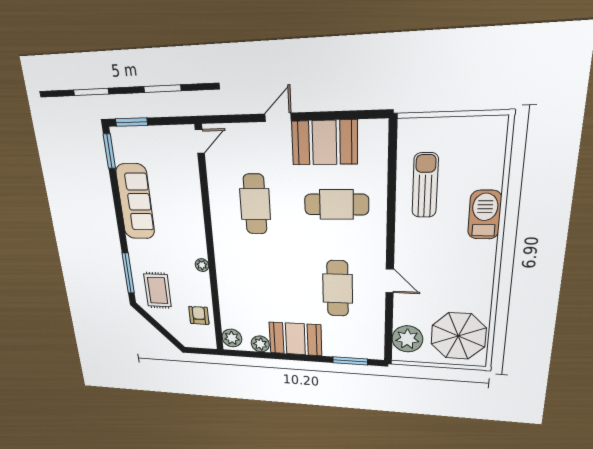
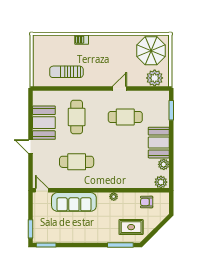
sofa: (135, 202) -> (74, 202), moved, turned 180
barbecue: (485, 215) -> (82, 40), width x0.53, depth x0.65

